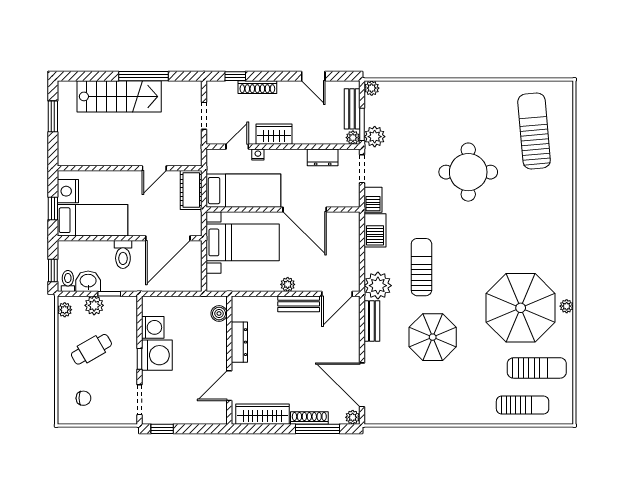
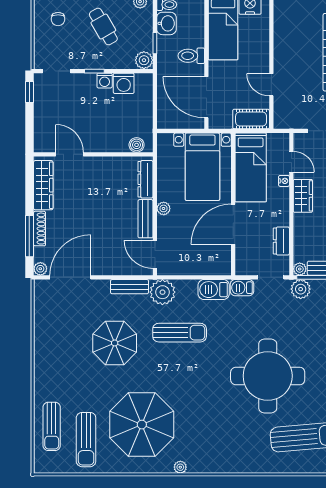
round table: (468, 172) -> (268, 376), width x1.36, depth x1.36
plant: (94, 305) -> (144, 60), moved
plant: (567, 306) -> (180, 467), moved
dresser: (239, 342) -> (145, 179), moved, turned 90
washing machine: (157, 355) -> (105, 81), width x0.53, depth x0.53

